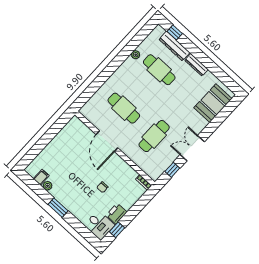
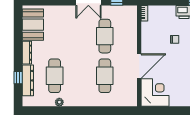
window: (175, 32) -> (18, 78), moved
booth: (213, 103) -> (33, 25), moved, turned 90
corner desk: (75, 135) -> (155, 93), added
cafe table: (154, 136) -> (105, 36), turned 90

